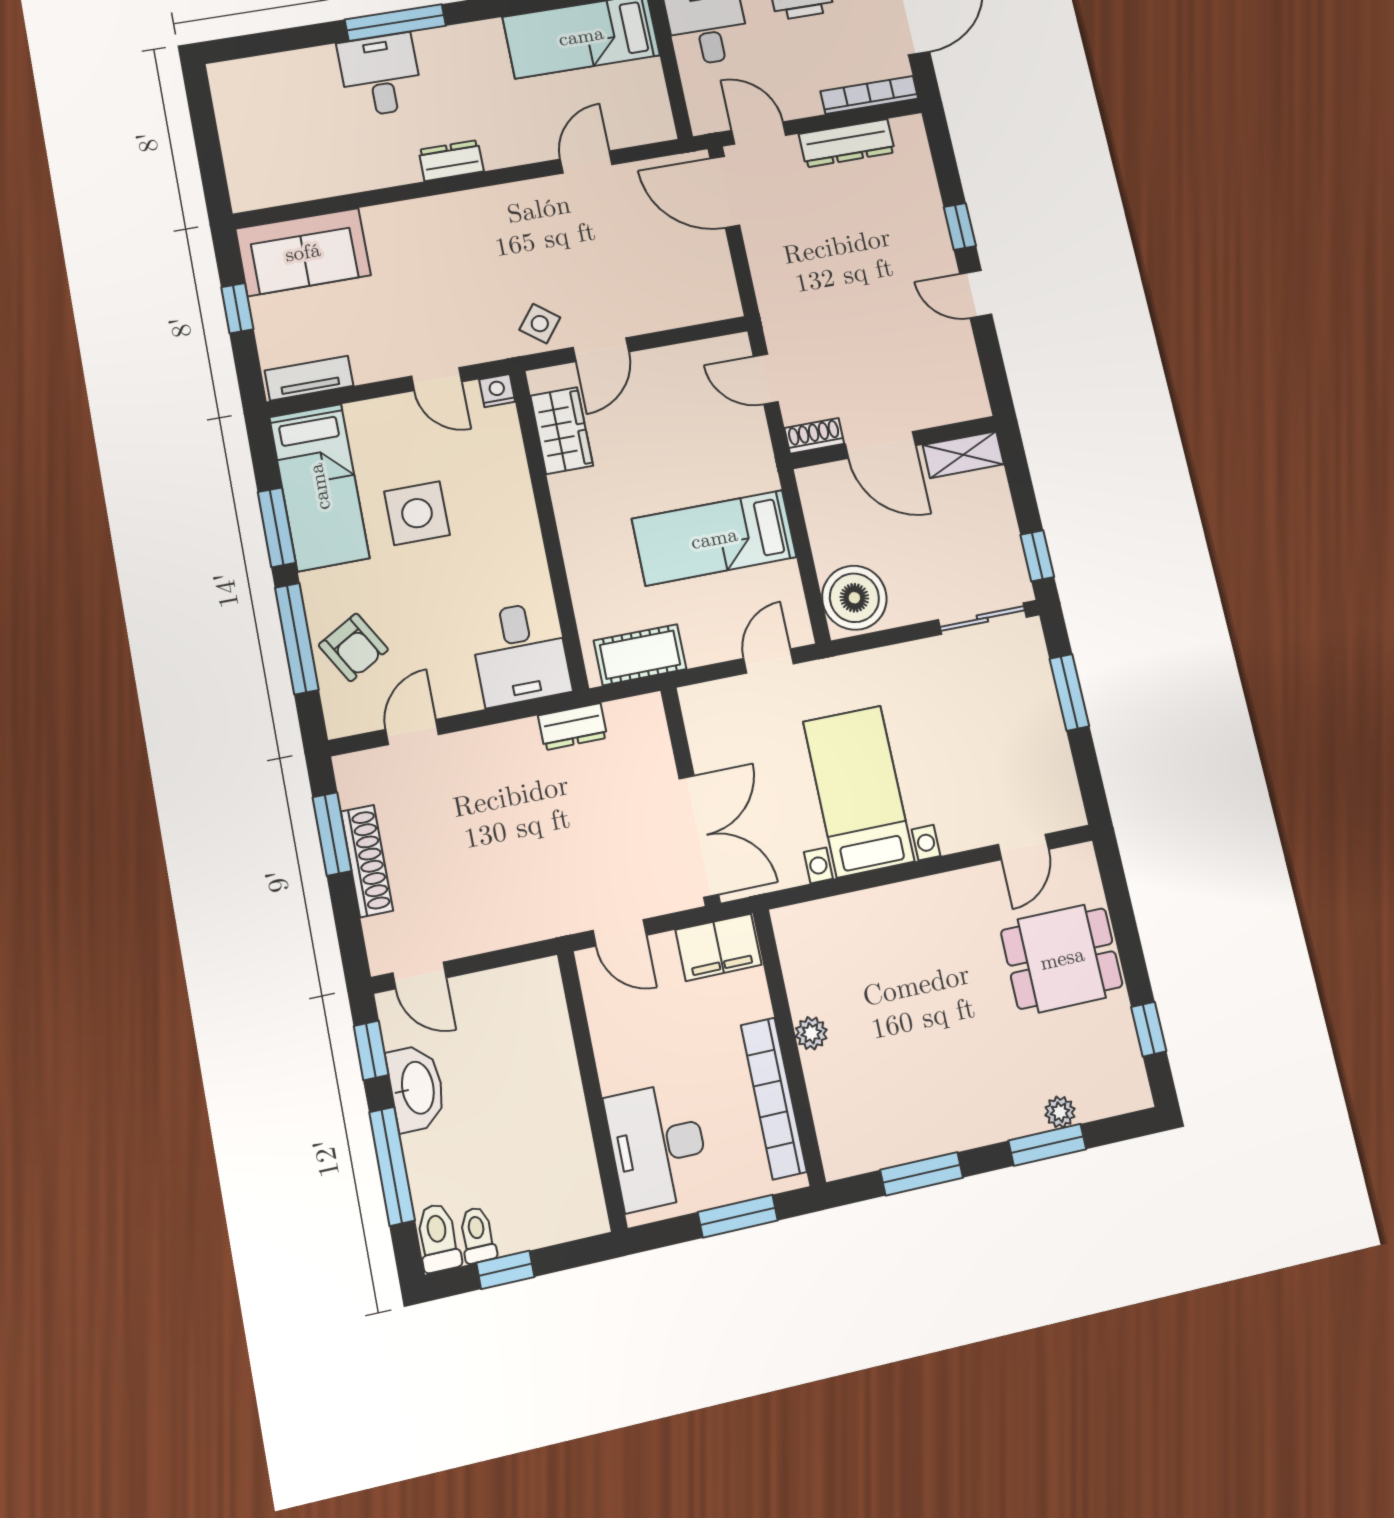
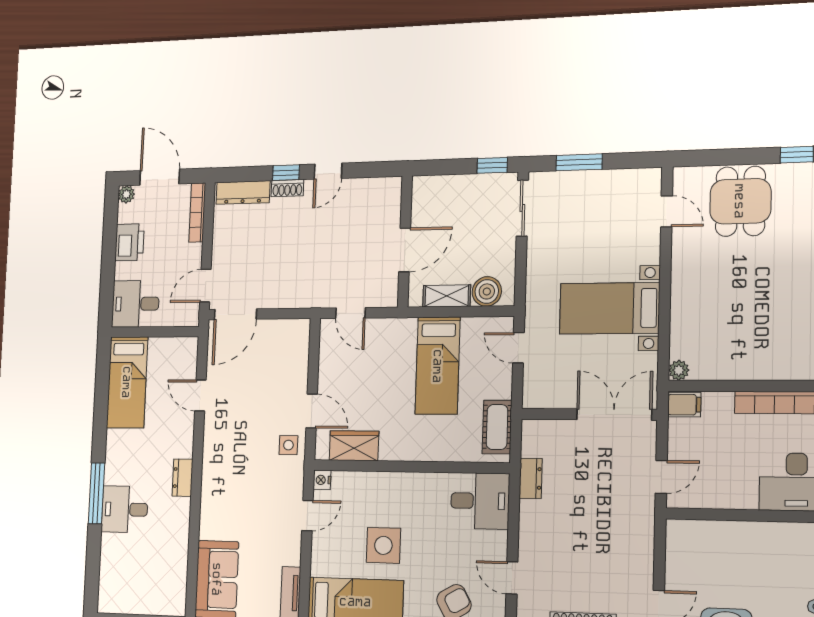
dresser: (847, 143) -> (243, 192), moved, turned 90
side table: (540, 324) -> (288, 445), turned -38
door: (766, 379) -> (350, 313), hinge flipped
shoe rack: (814, 436) -> (287, 188), moved, turned -90
shelving: (963, 455) -> (447, 296), moved, turned 90
boiler: (854, 598) -> (487, 291), width x0.73, depth x0.73
filing cabinet: (718, 947) -> (684, 405), width x0.50
plant: (811, 1033) -> (679, 370), moved

